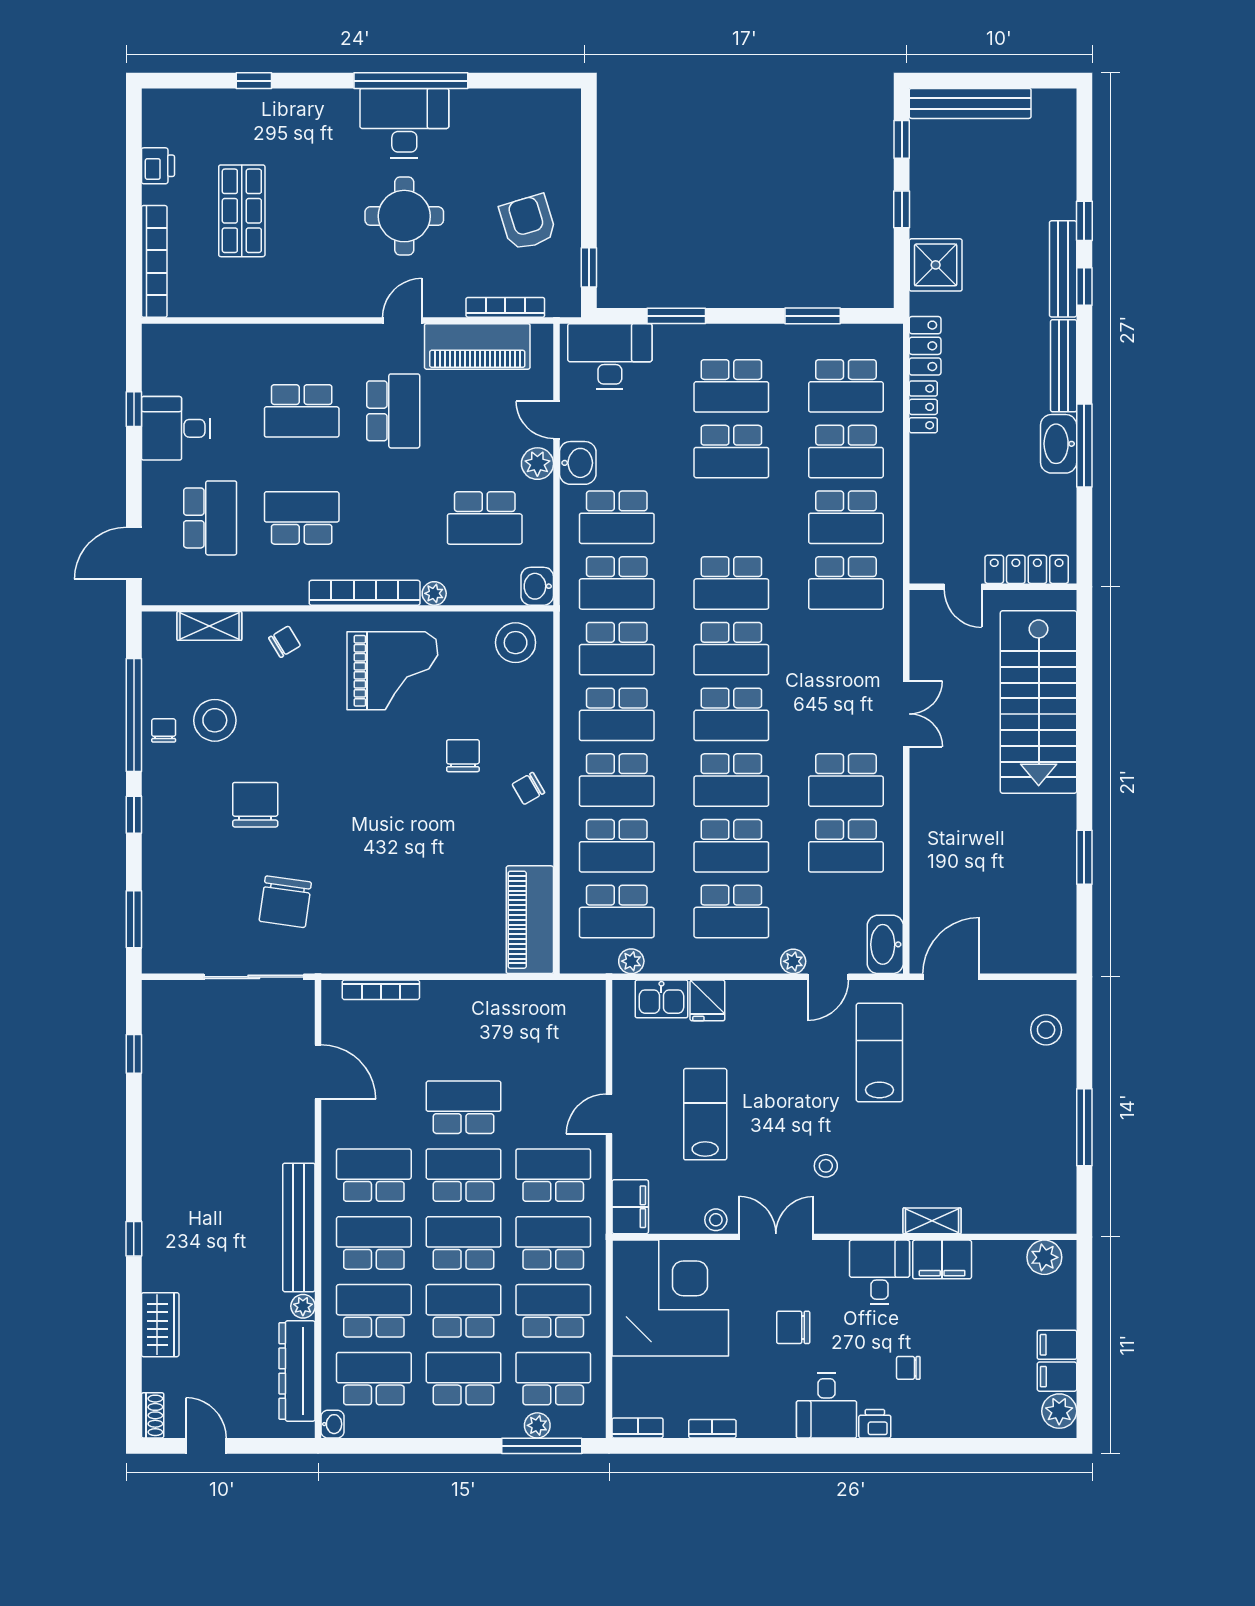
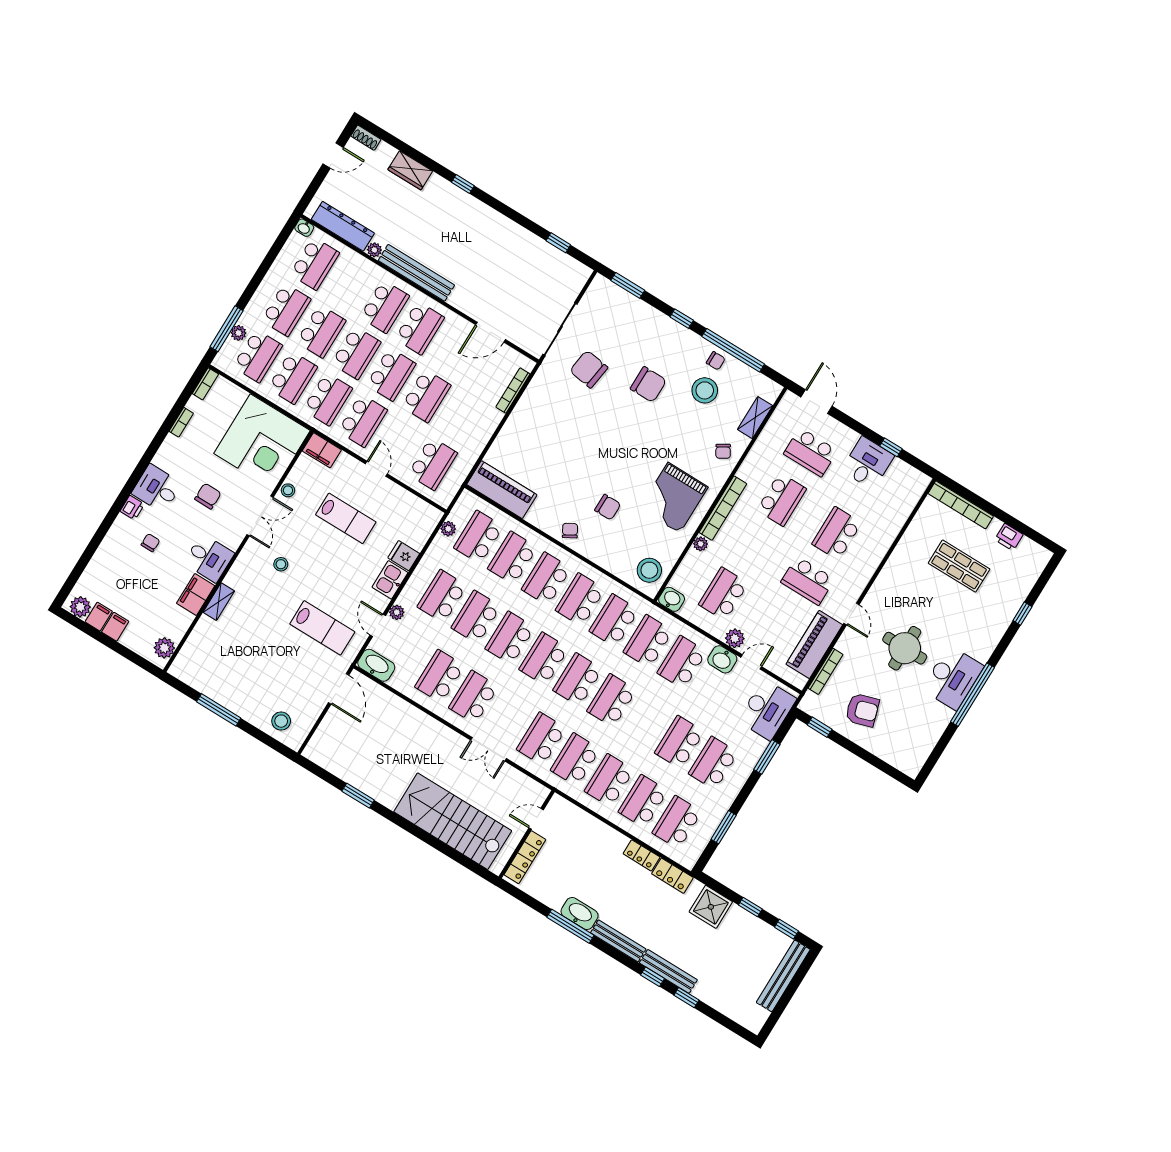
school desk: (846, 649) -> (541, 739), added
kitchen sink: (661, 999) -> (390, 580), moved
school desk: (374, 1311) -> (433, 464), moved

